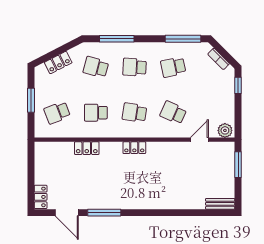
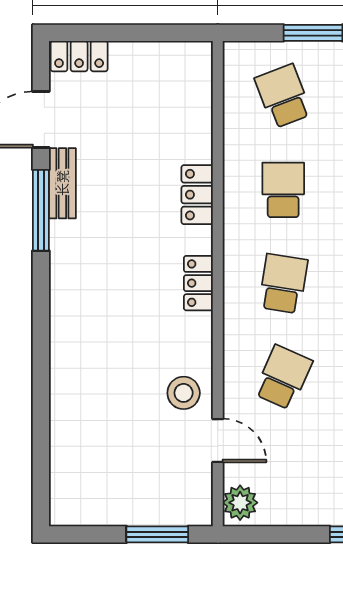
locker: (87, 148) -> (197, 195), moved
stool: (180, 154) -> (184, 393), added
bench: (220, 204) -> (62, 183), moved

